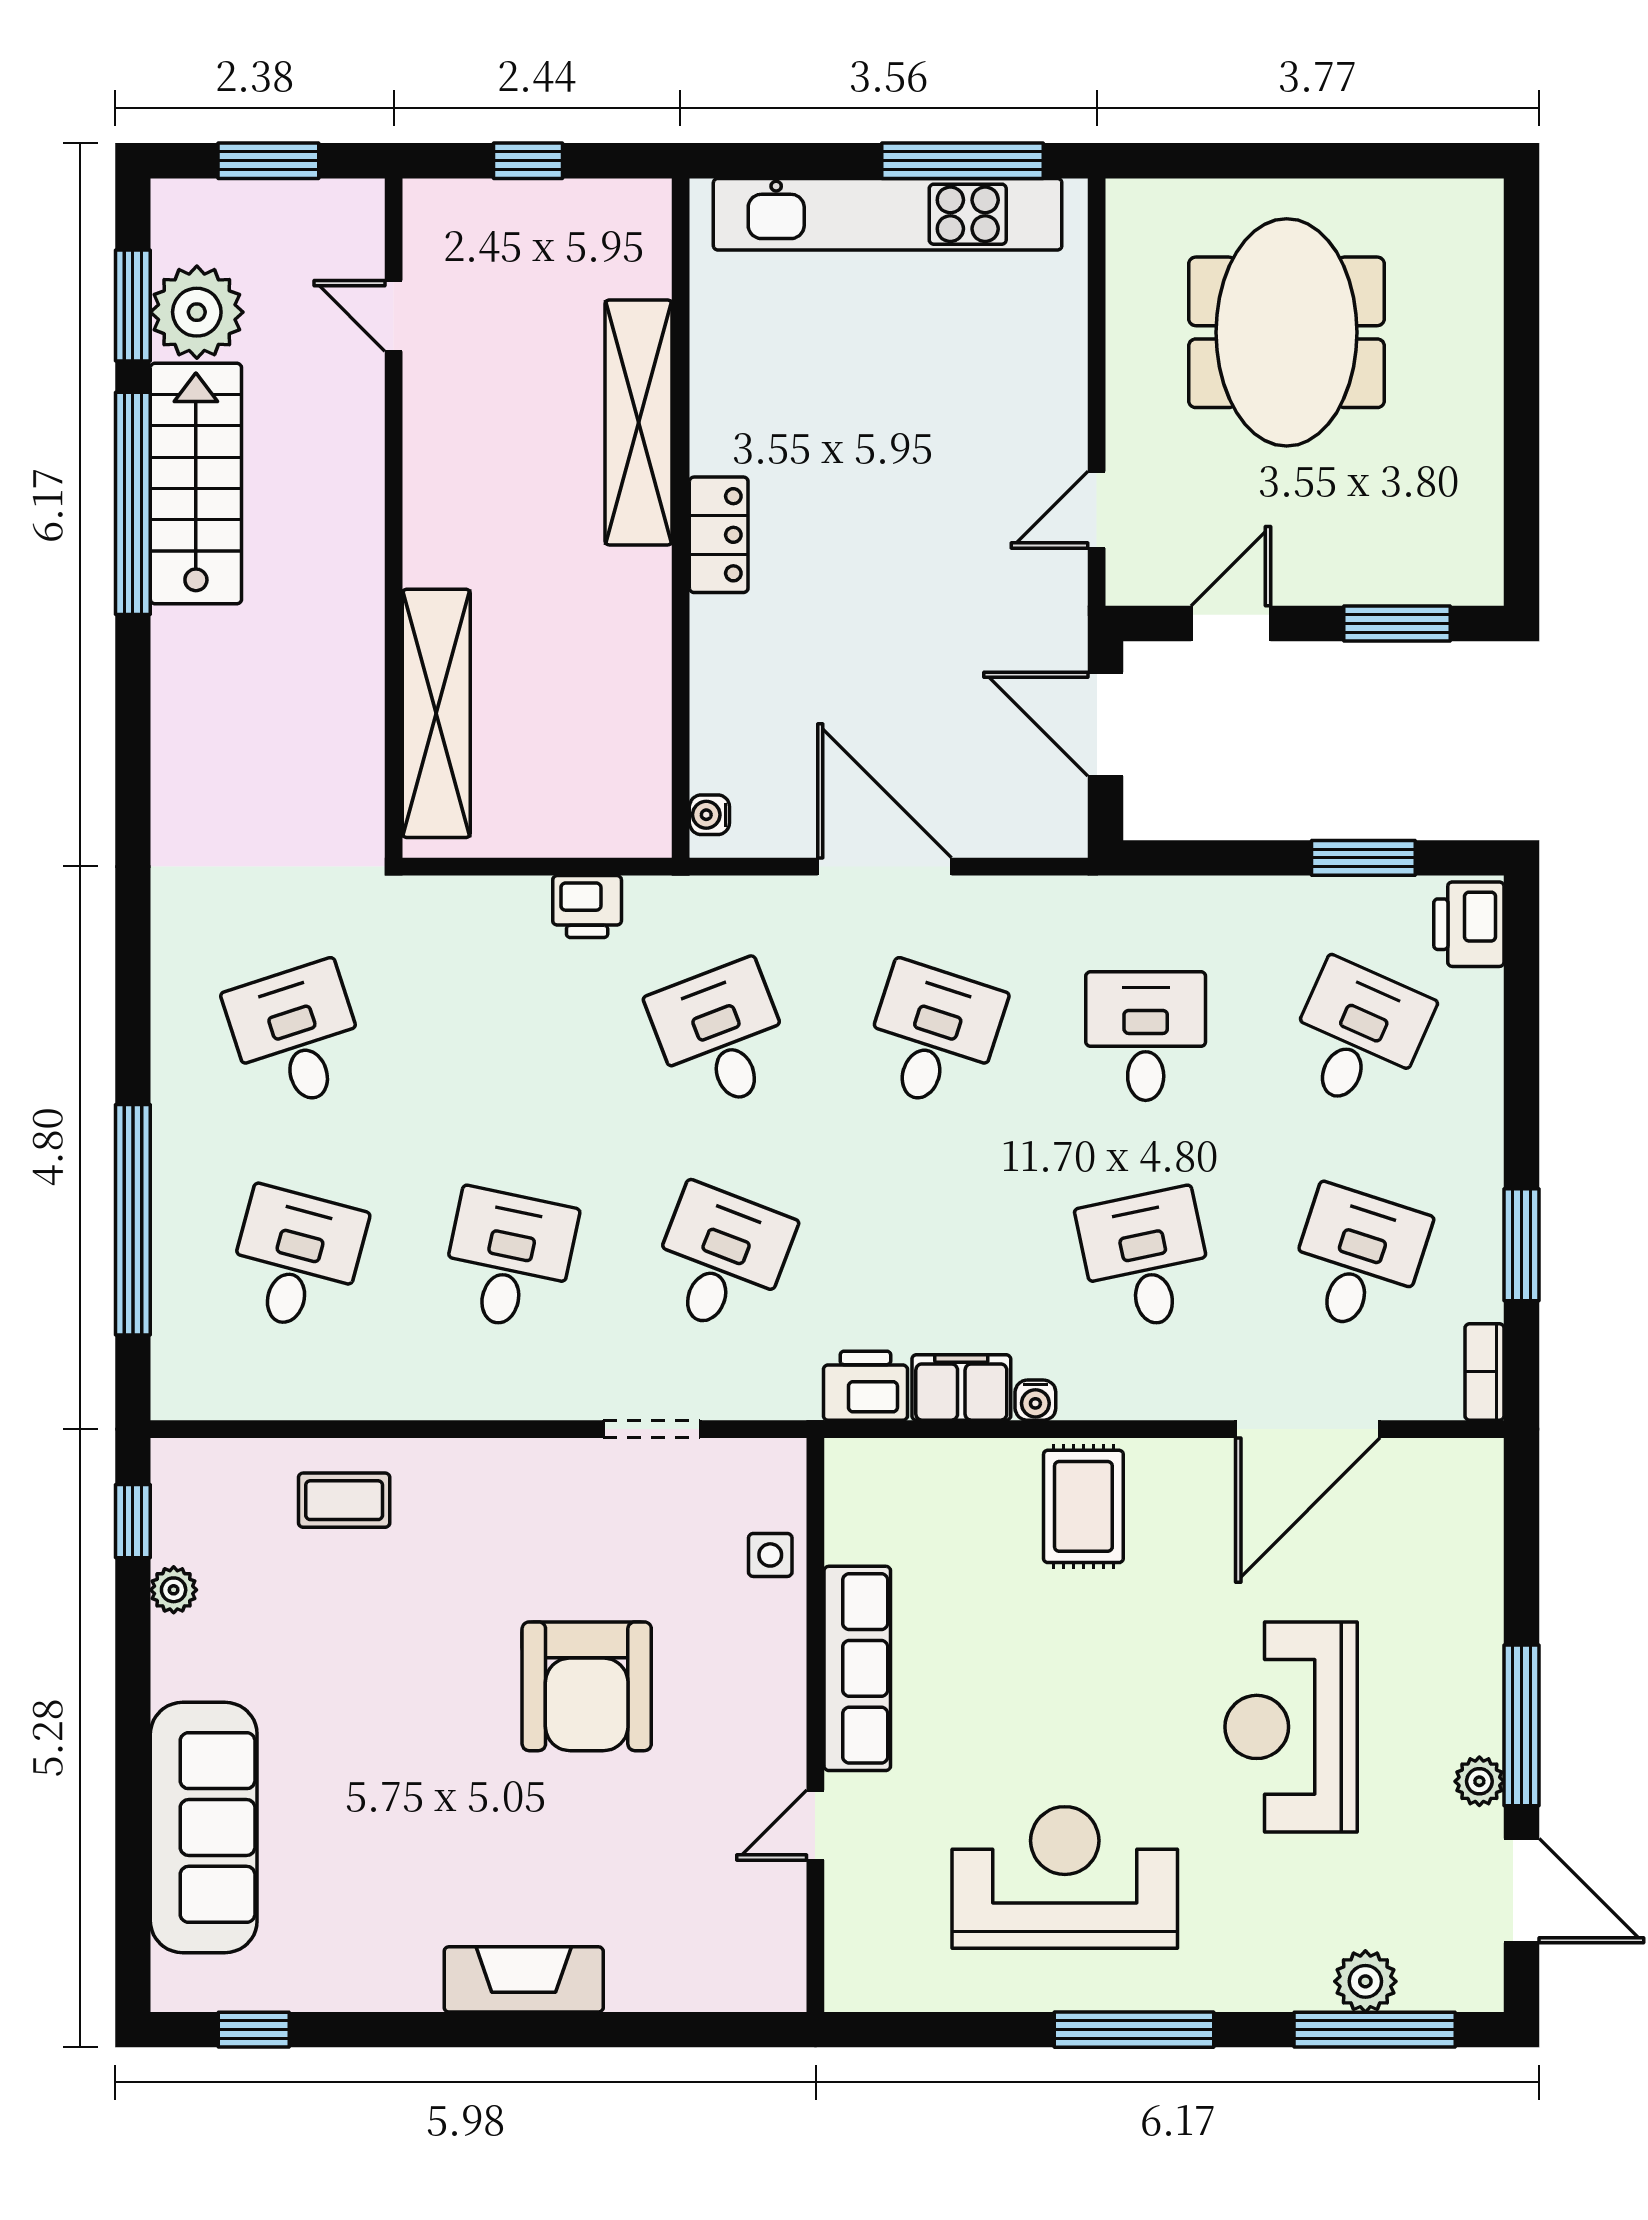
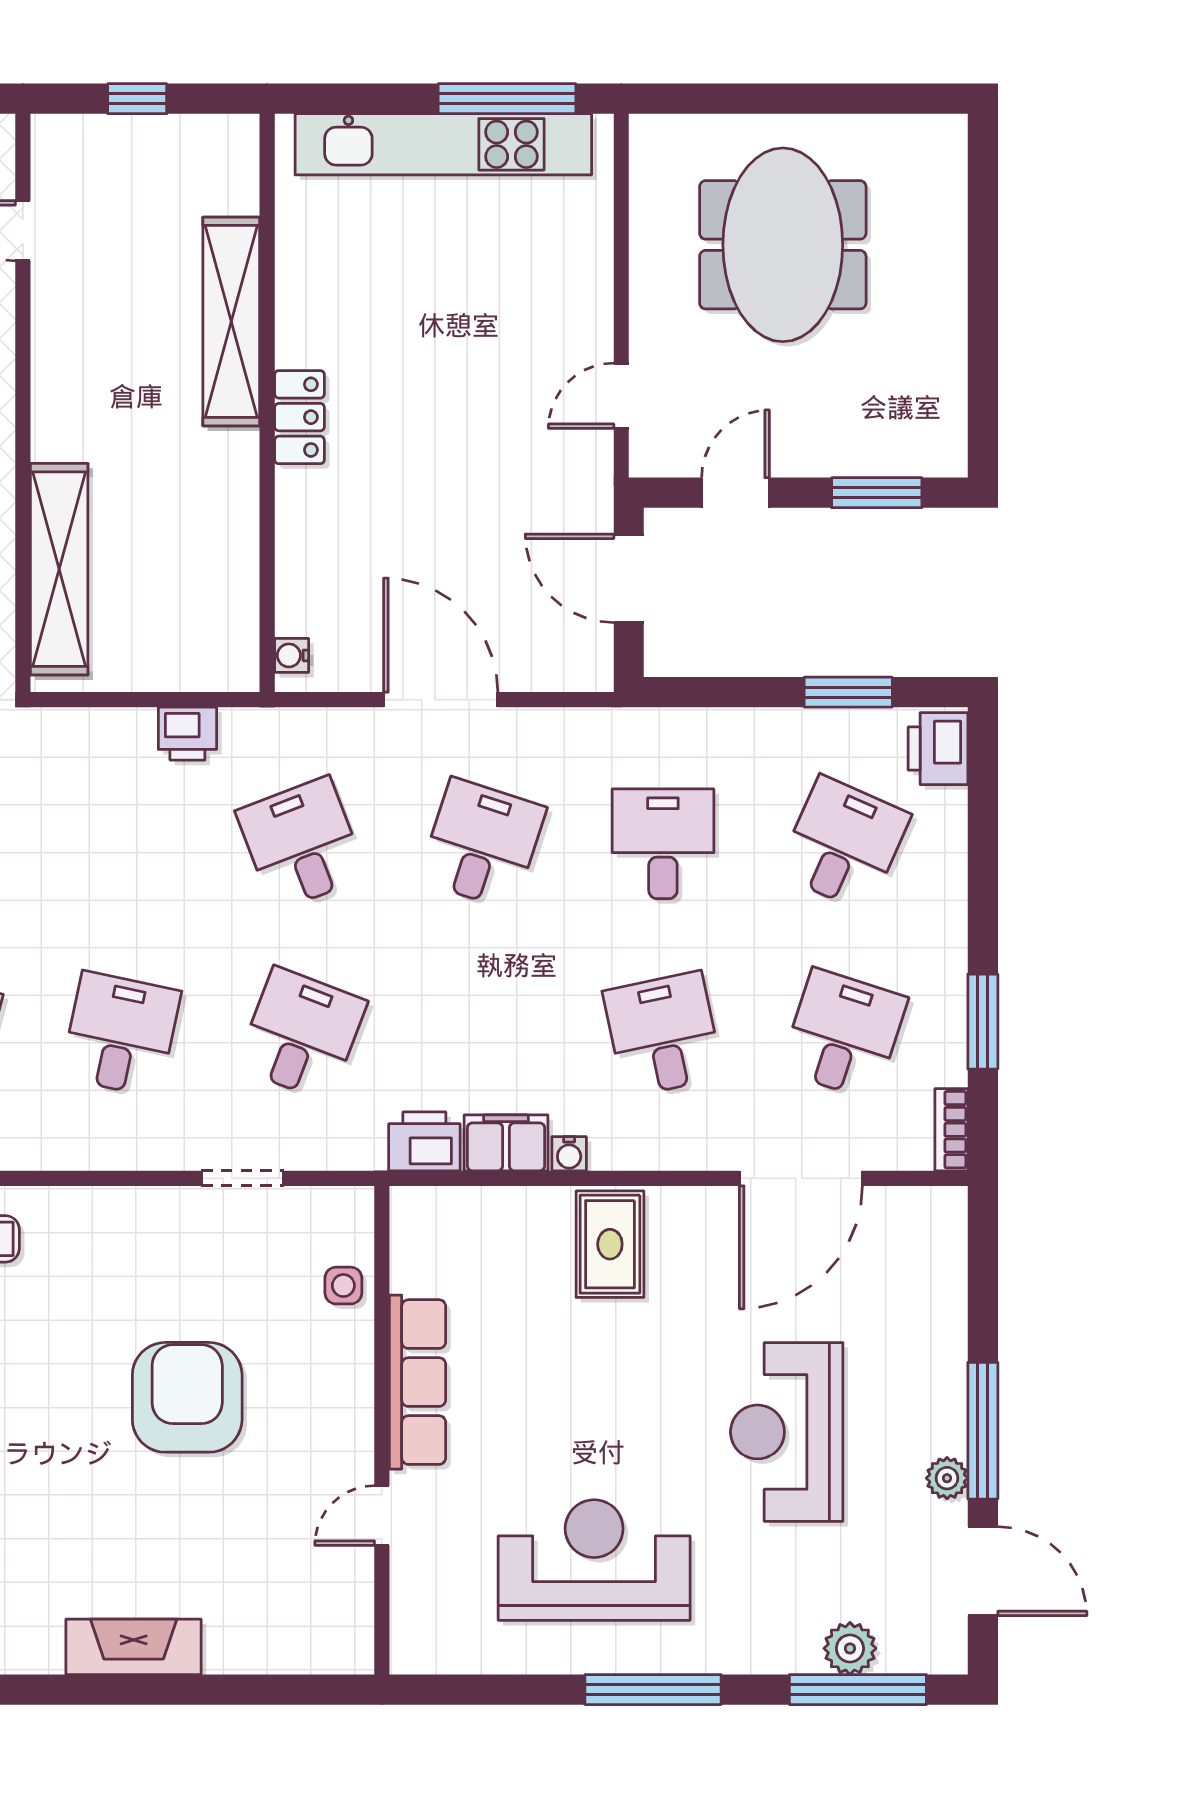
armchair: (587, 1686) -> (187, 1397), turned 180

